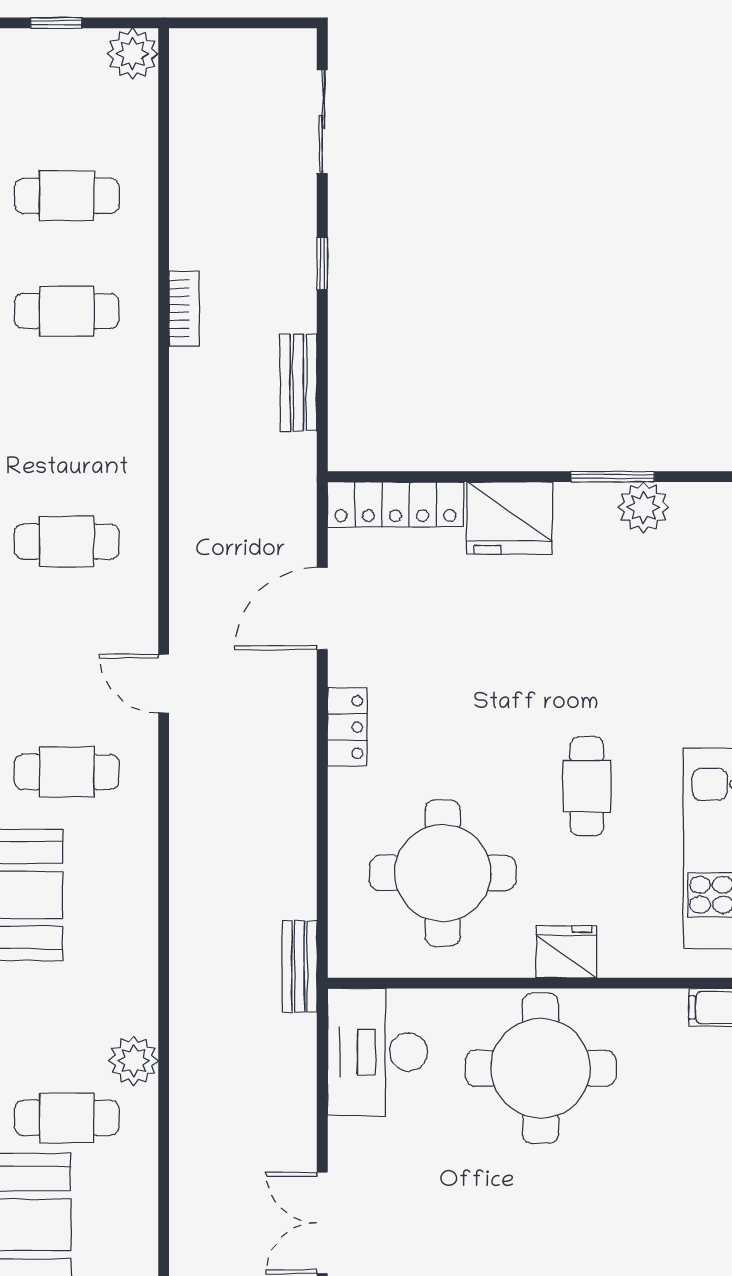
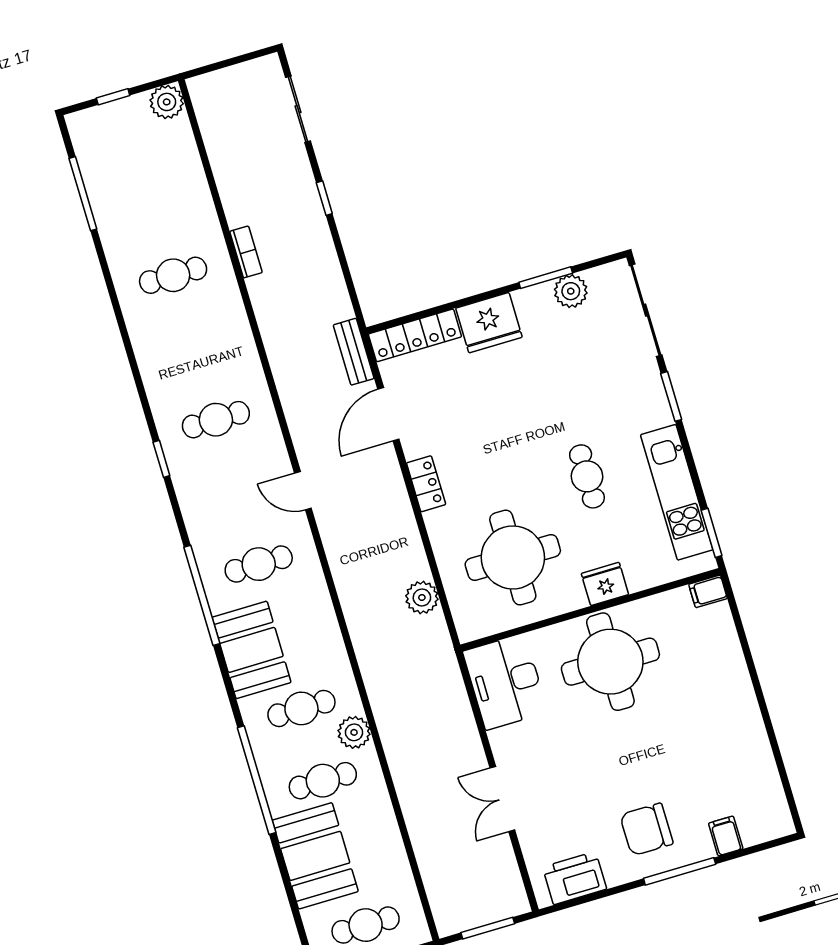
cafe table: (67, 196) -> (301, 708), moved
bench: (298, 383) -> (354, 352), moved
plant: (292, 892) -> (422, 597), added
bench: (300, 966) -> (441, 643), removed

